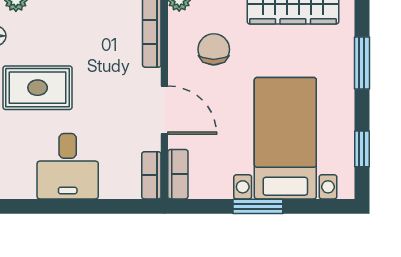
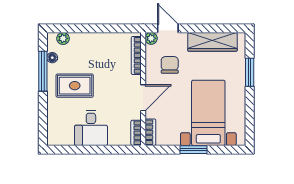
door: (164, 110) -> (143, 98), hinge flipped
window: (362, 149) -> (250, 119), removed

